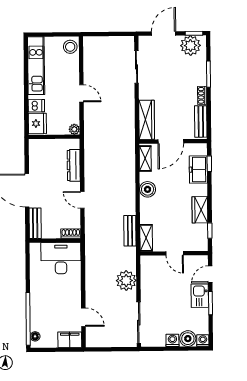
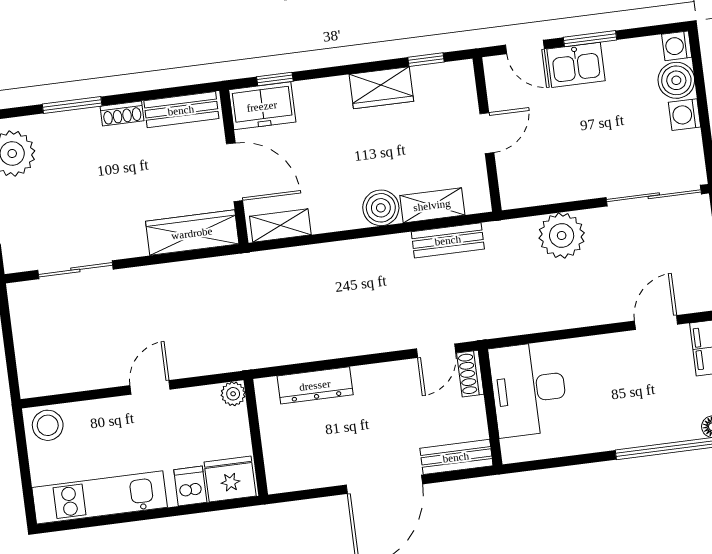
freezer: (198, 169) -> (262, 106), moved
boiler: (148, 189) -> (381, 208), moved
door: (82, 200) -> (436, 351), moved
shelving: (146, 238) -> (432, 205), moved

